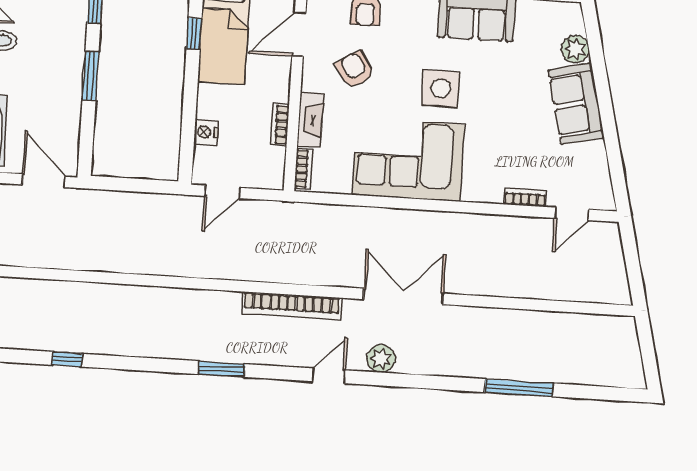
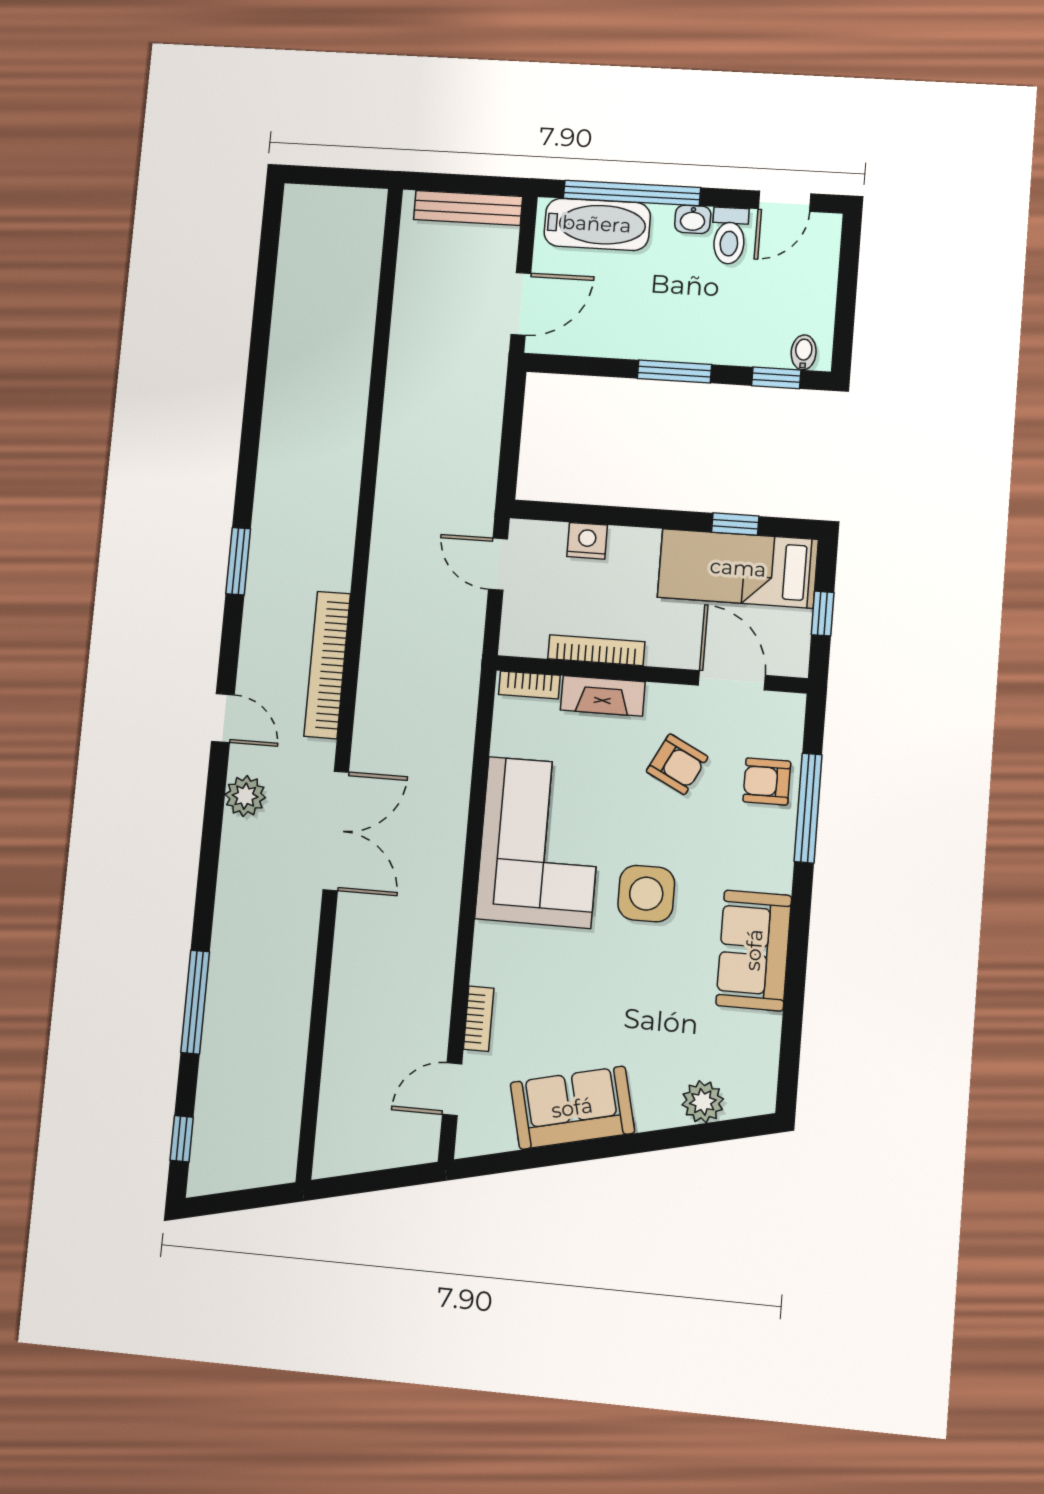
armchair: (355, 70) -> (677, 764), turned 59
sofa: (576, 104) -> (572, 1108), moved
bookcase: (280, 125) -> (596, 650), width x1.56
door: (572, 214) -> (452, 1089), hinge flipped
window: (67, 359) -> (182, 1139), moved

